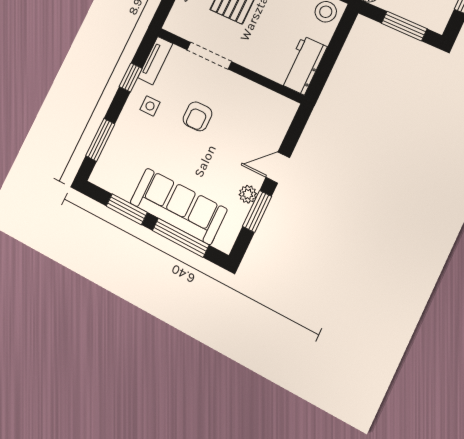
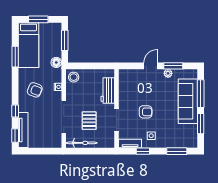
workbench: (303, 65) -> (108, 91), moved, turned 90
door: (278, 168) -> (151, 66), swing flipped

